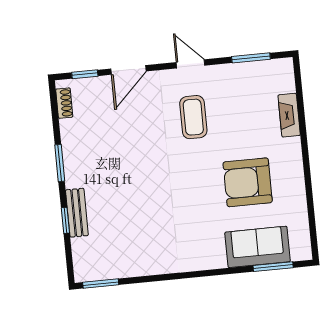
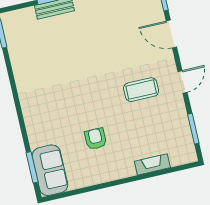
armchair: (248, 182) -> (96, 139), width x0.53, depth x0.53
sofa: (258, 247) -> (50, 170), moved

